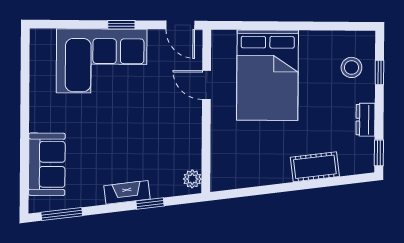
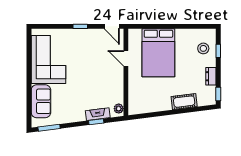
corner sofa: (102, 61) -> (48, 60), moved, turned -90
fireplace: (127, 192) -> (98, 114), moved

